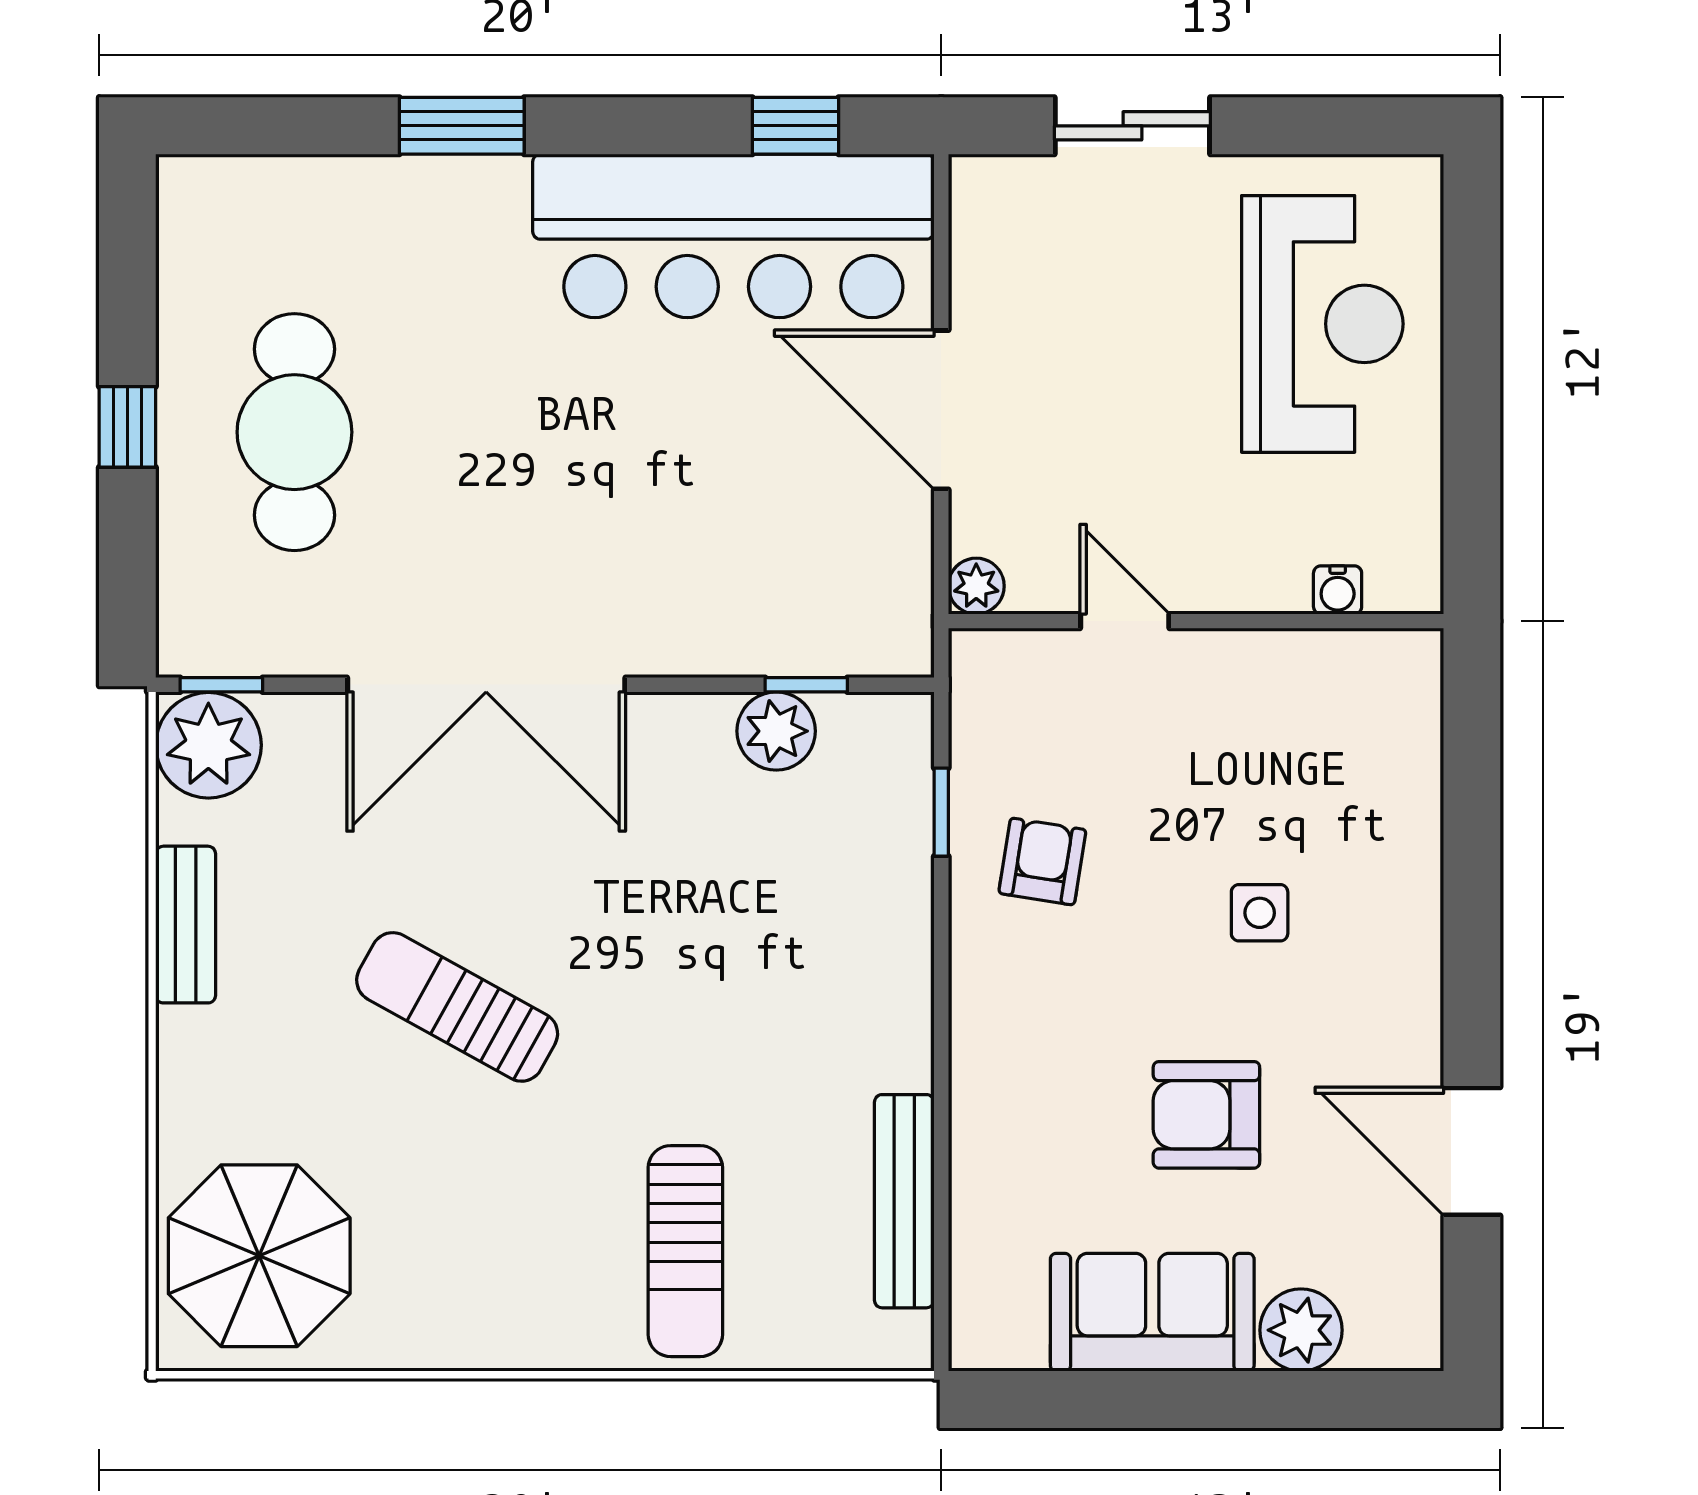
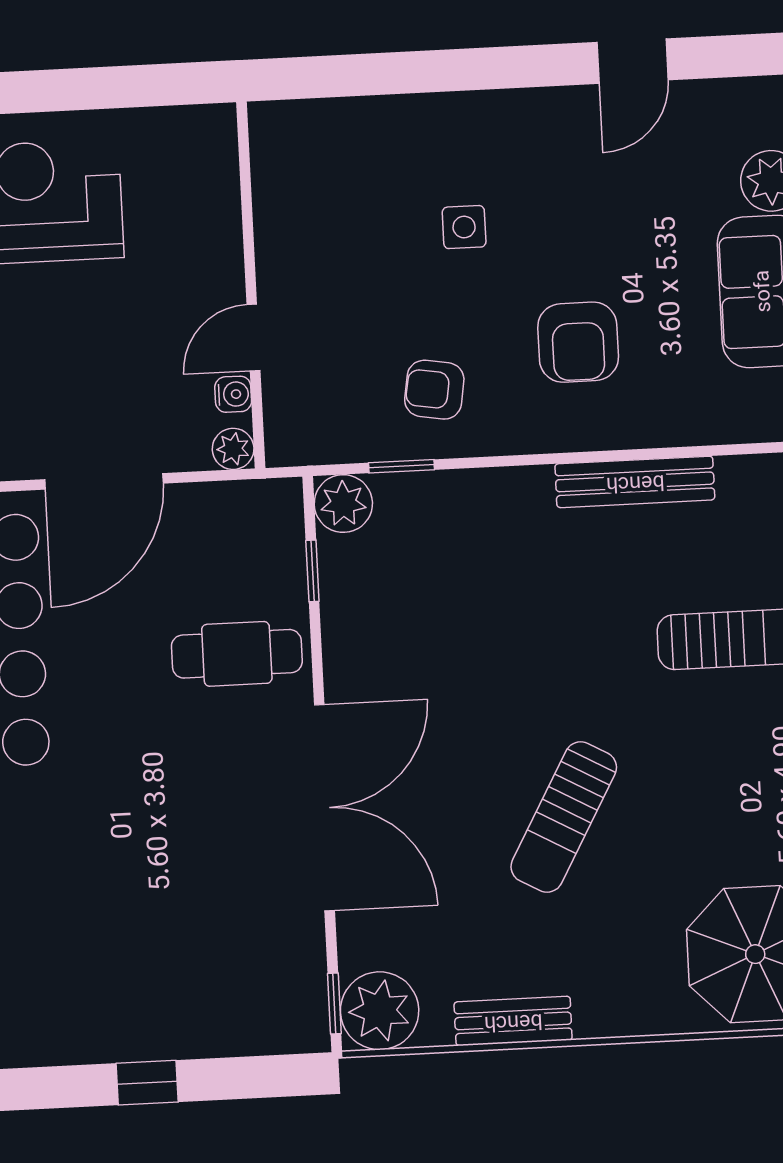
cafe table: (294, 432) -> (237, 654), moved, width x0.73, depth x0.74
water cooler: (1338, 590) -> (233, 394), moved
plant: (776, 731) -> (343, 504), moved
armchair: (1206, 1115) -> (578, 342), moved
door: (1472, 1151) -> (633, 61), width x0.73
bench: (904, 1201) -> (635, 482), moved

